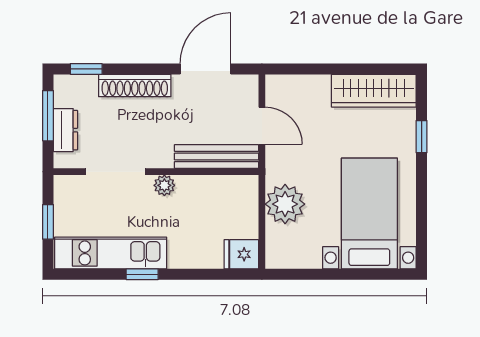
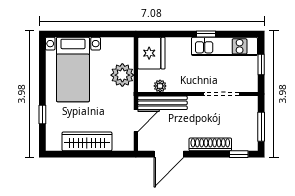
wardrobe: (374, 91) -> (87, 141), moved
door: (262, 126) -> (136, 121), swing flipped
dresser: (65, 130) -> (251, 118), removed
plant: (164, 185) -> (160, 86), moved
fridge: (241, 254) -> (151, 53), width x1.88, depth x1.34

